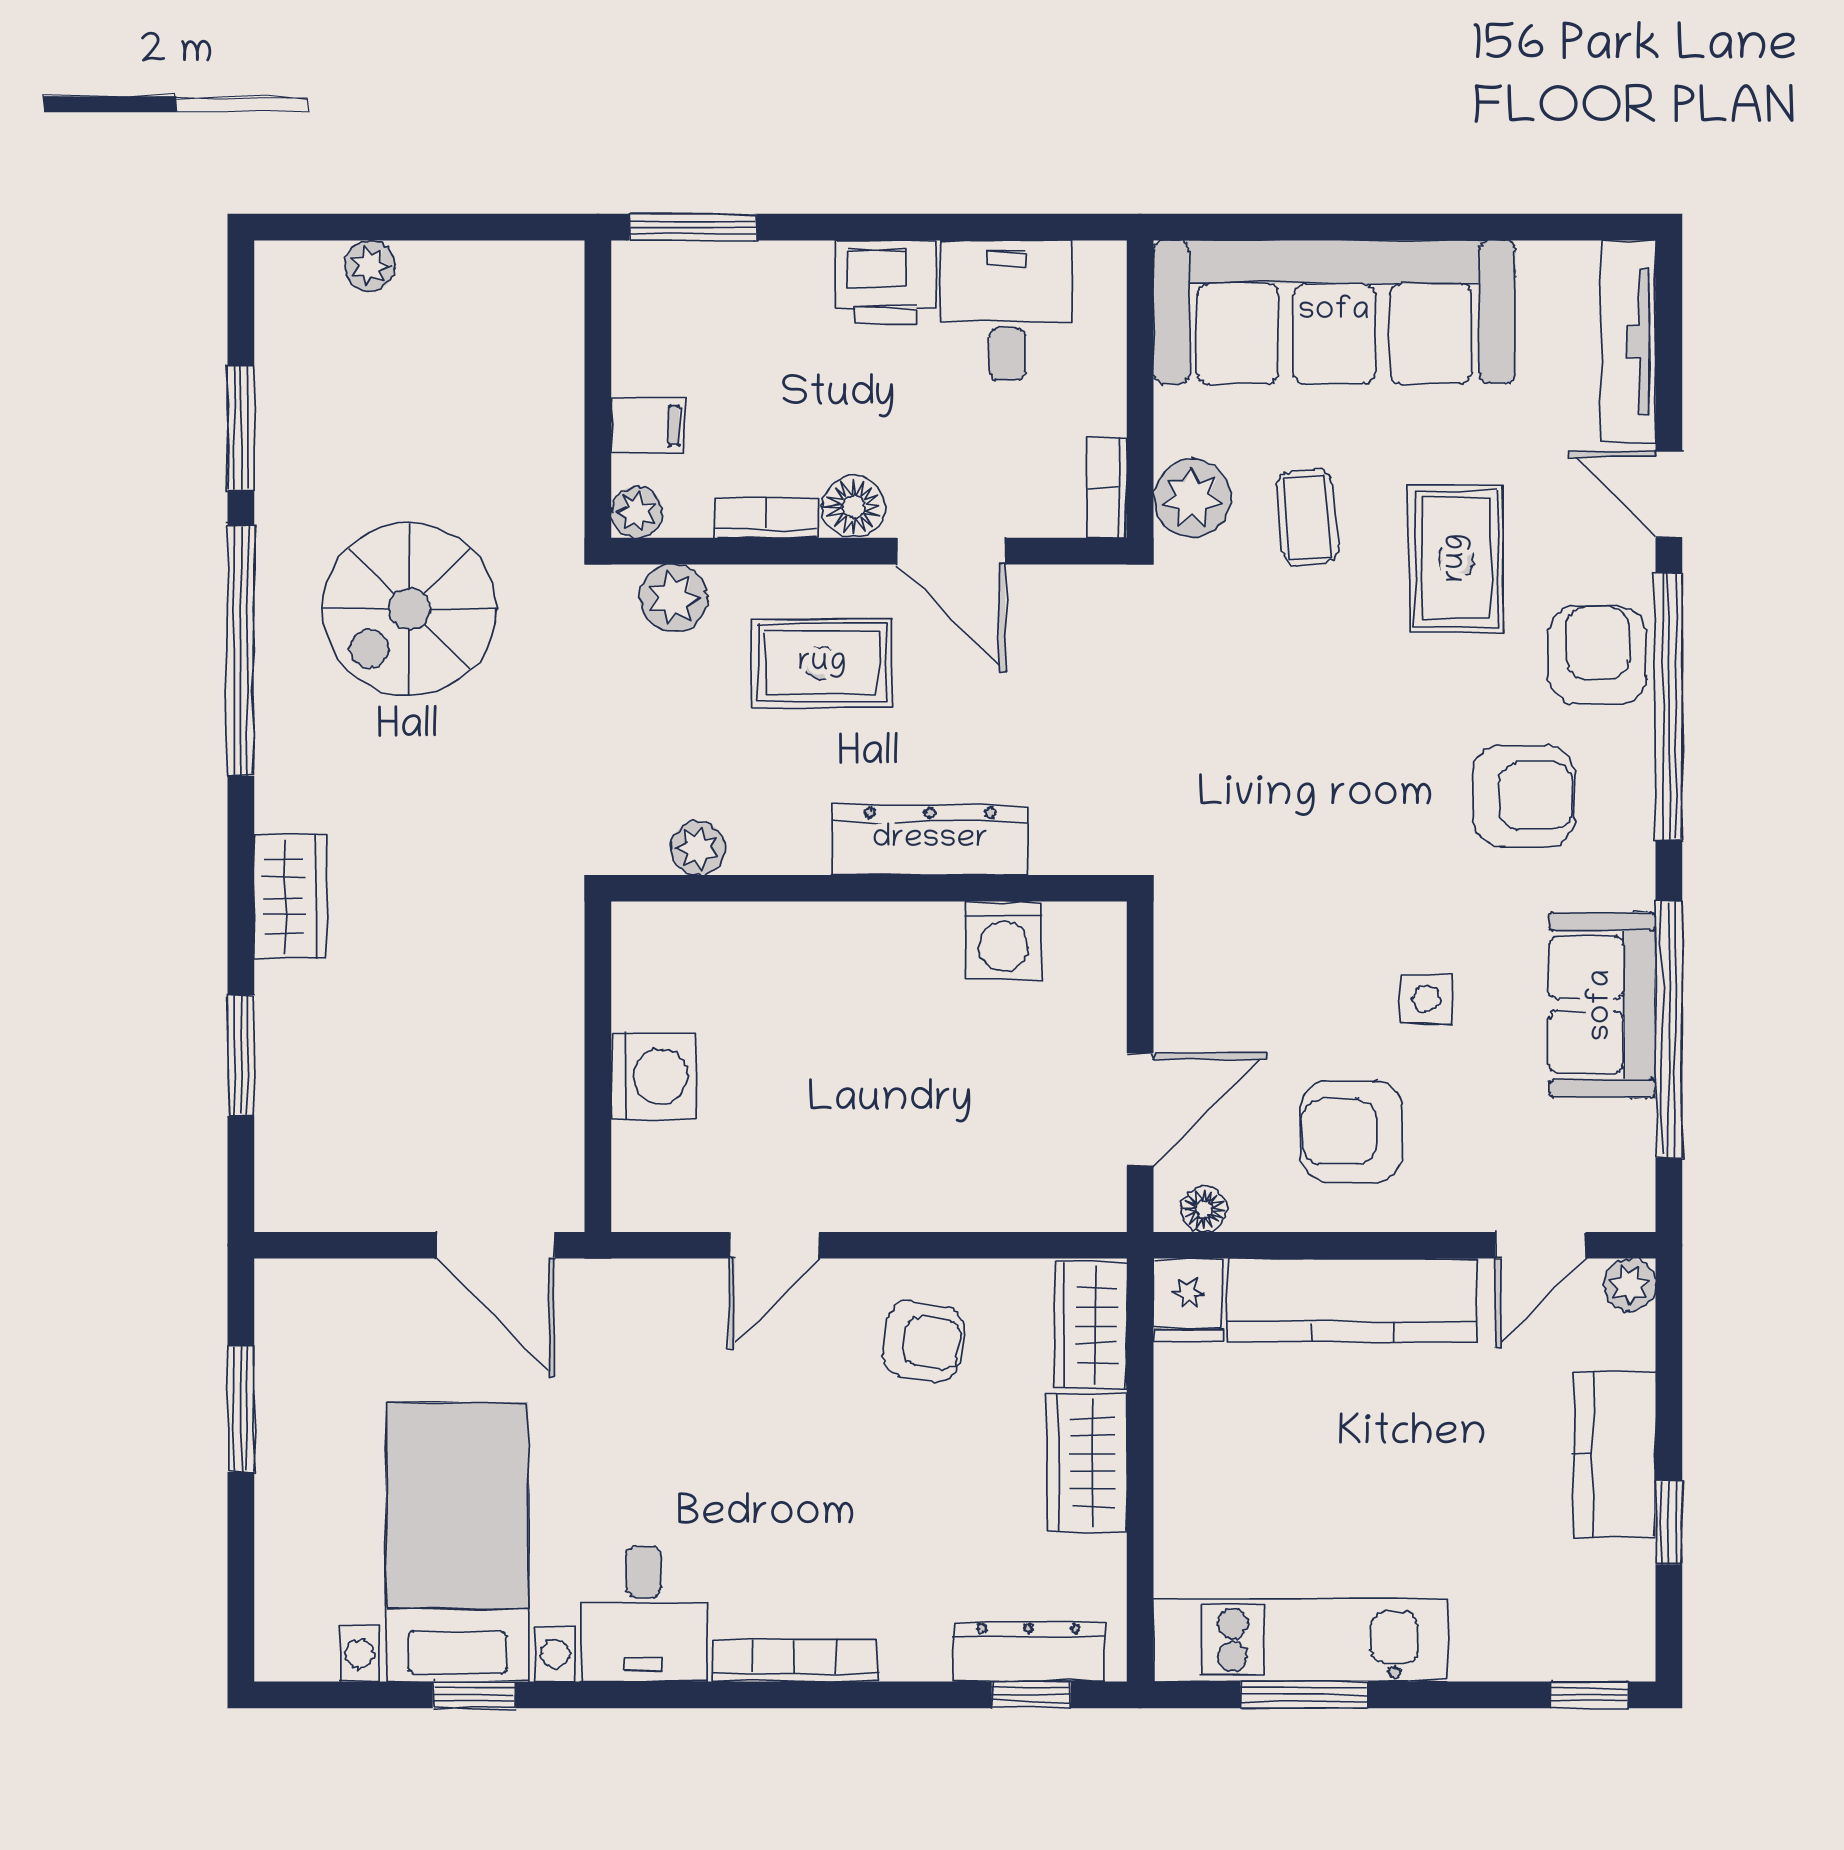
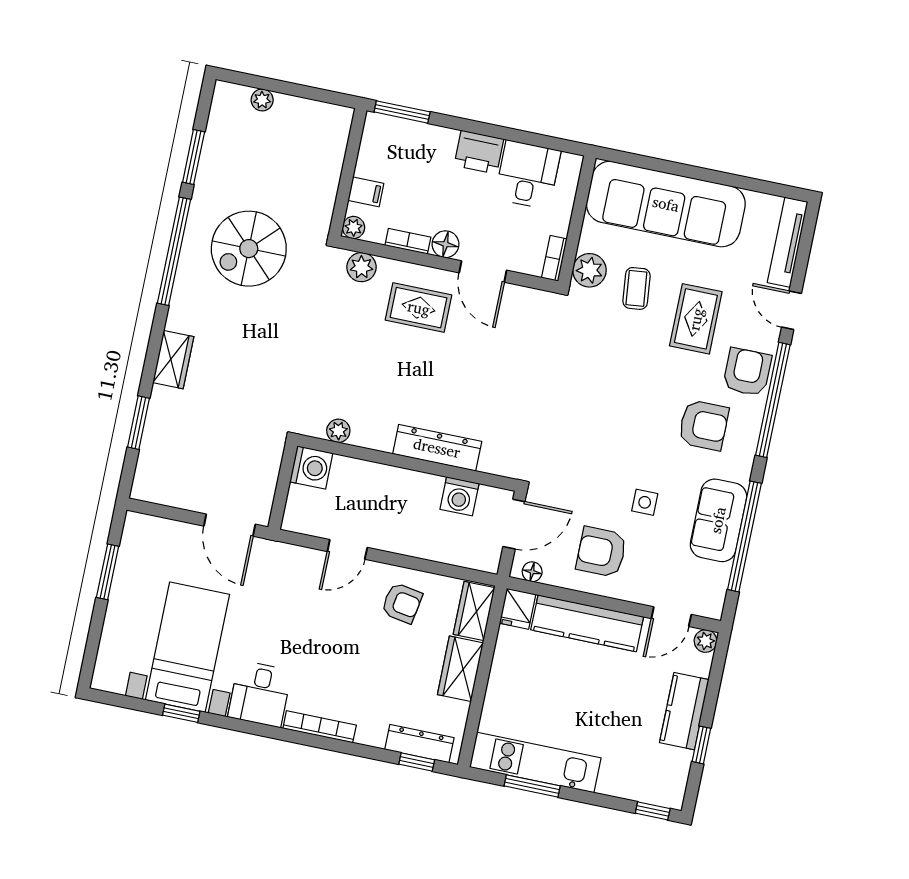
dresser: (930, 840) -> (437, 448), moved
plant: (698, 848) -> (338, 431), moved
wall: (869, 888) -> (407, 463), moved
washing machine: (1003, 940) -> (459, 496), moved

